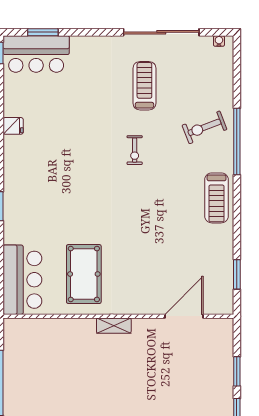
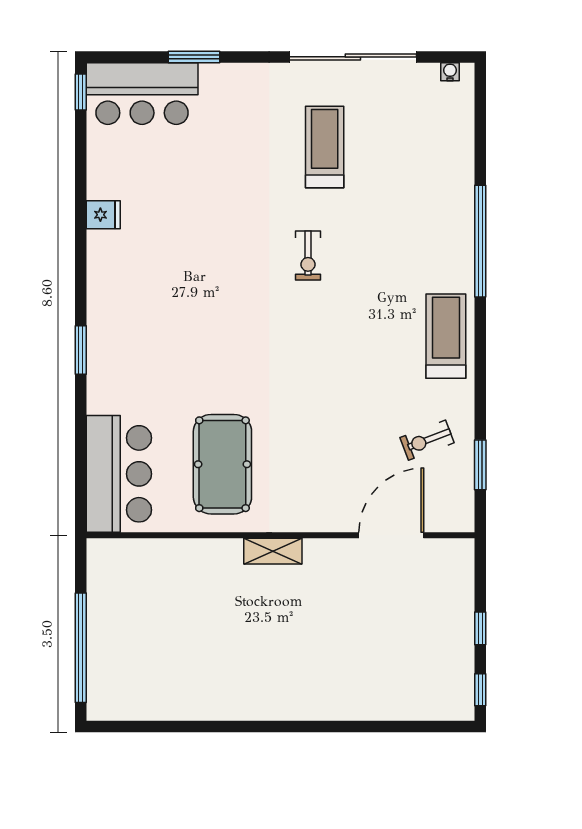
window: (43, 32) -> (194, 57), moved
exercise bike: (204, 127) -> (427, 440), moved, width x0.73, depth x0.72
treadmill: (217, 198) -> (446, 336), turned 180
window: (237, 371) -> (480, 628), width x0.67

